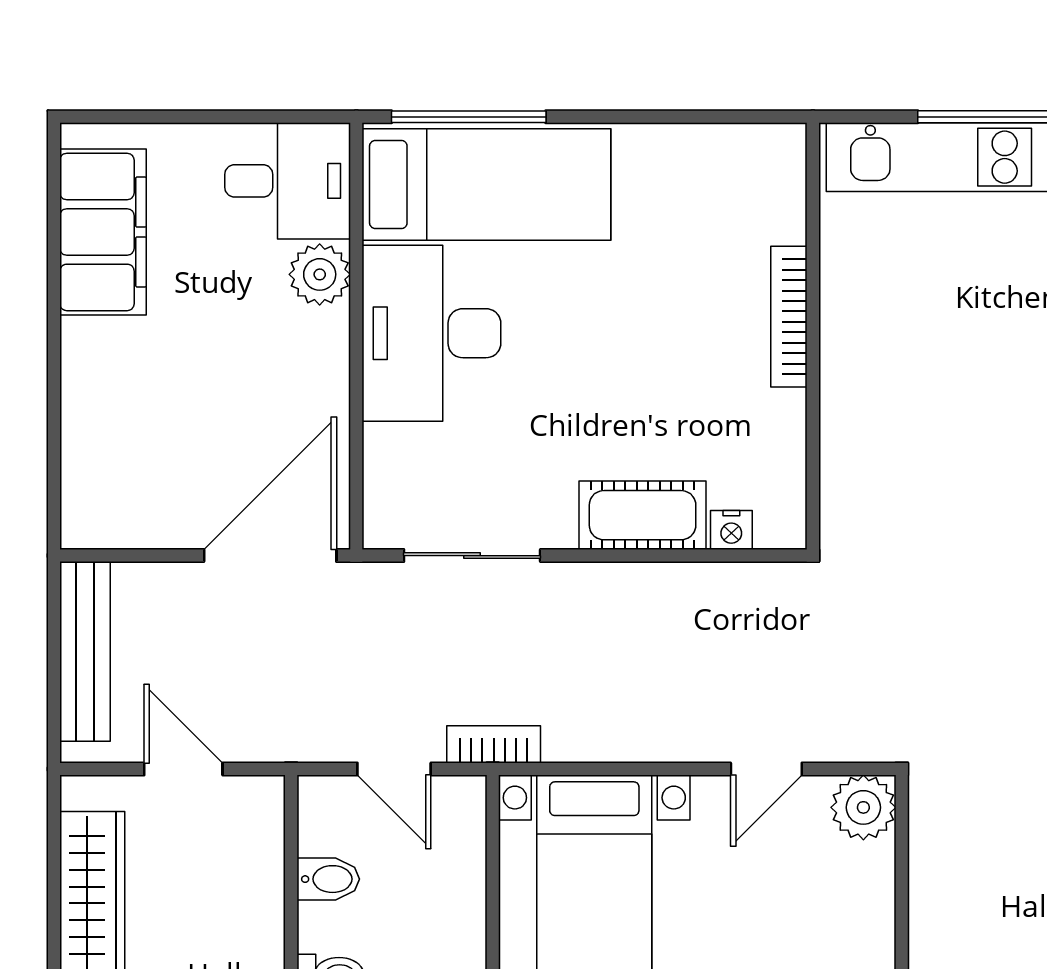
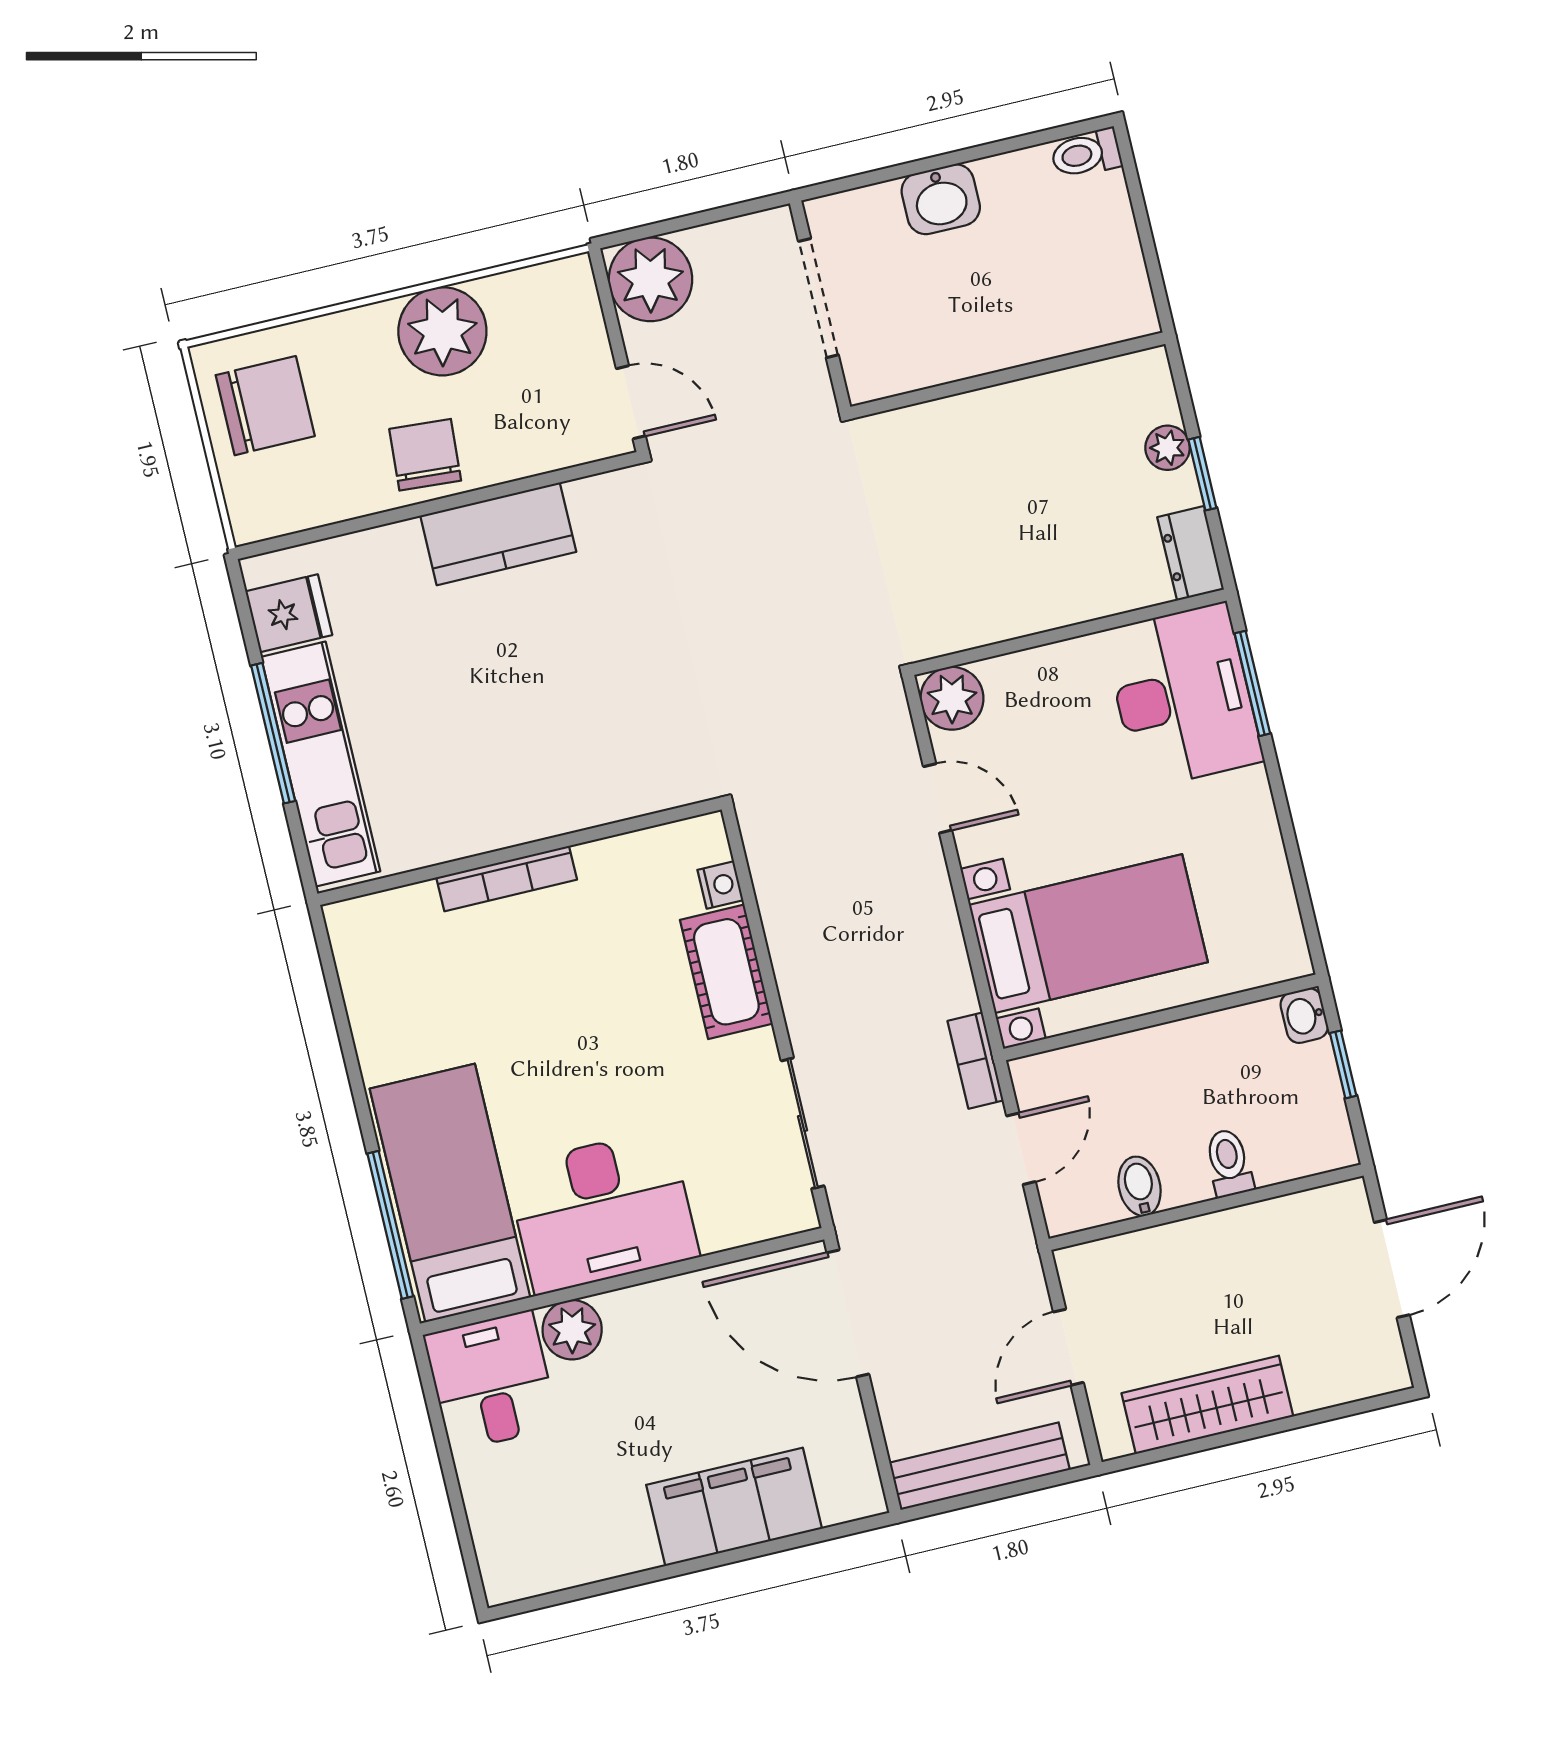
filing cabinet: (103, 232) -> (734, 1507), moved

